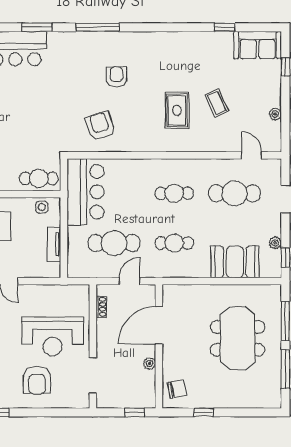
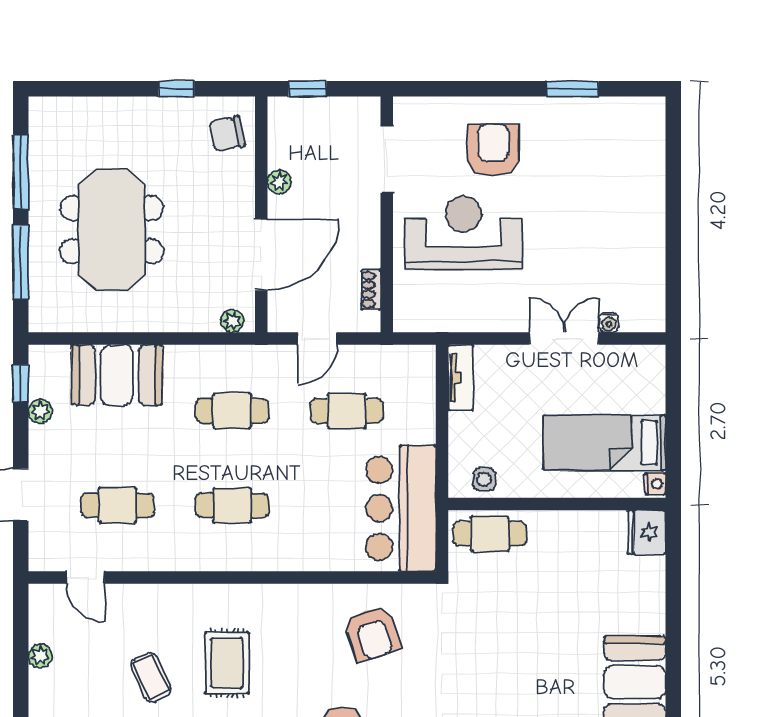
cafe table: (234, 193) -> (118, 505), width x0.73, depth x0.74
cafe table: (114, 243) -> (347, 411), width x0.73, depth x0.74
tv unit: (54, 244) -> (461, 377), moved
plant: (174, 290) -> (232, 321), added

